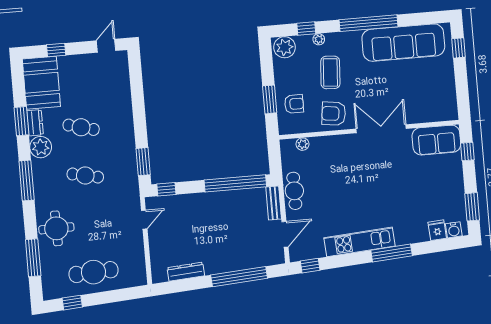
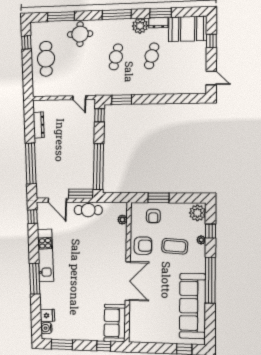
armchair: (334, 114) -> (143, 246), turned 83

